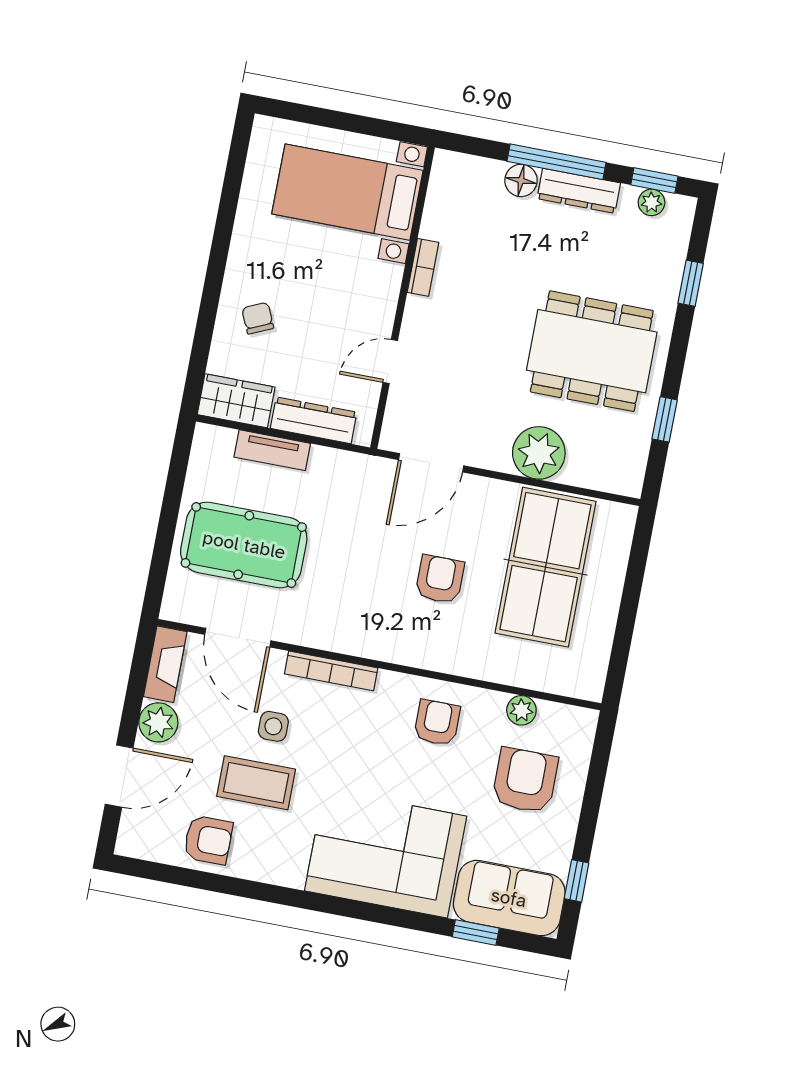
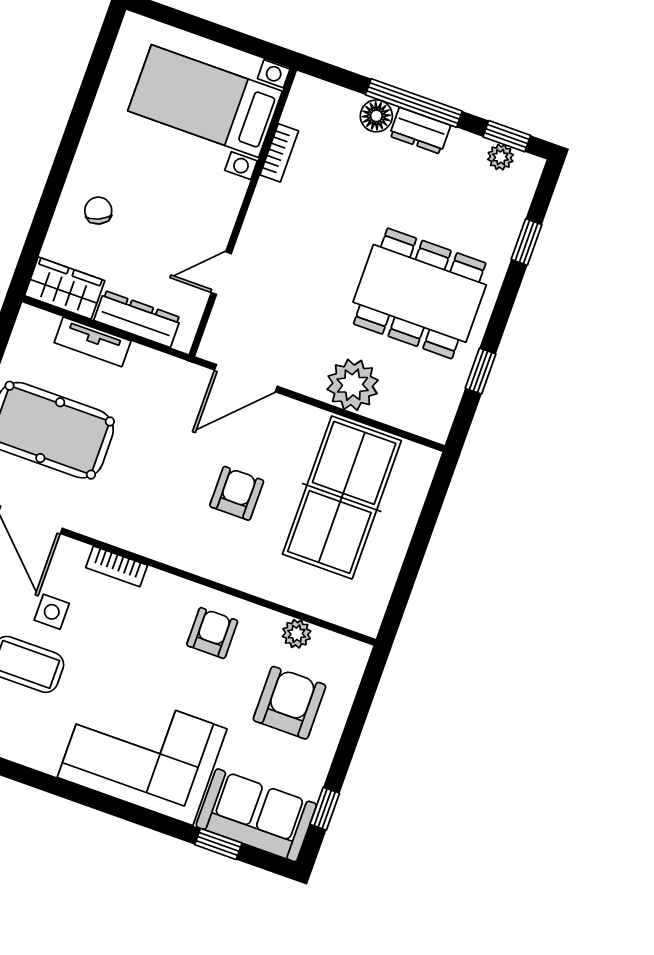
dresser: (579, 191) -> (420, 131), width x0.70
bookcase: (423, 267) -> (279, 153), moved
bookcase: (331, 671) -> (117, 566), width x0.64

